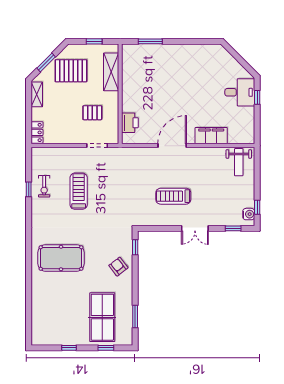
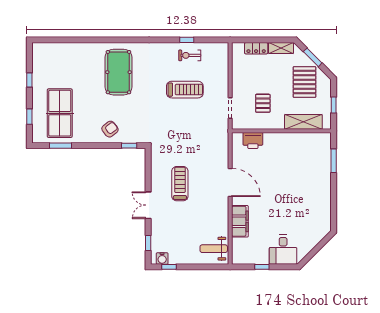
window: (257, 97) -> (262, 267), moved
locker: (37, 132) -> (256, 48), moved
table tennis table: (102, 317) -> (60, 113), turned 90

